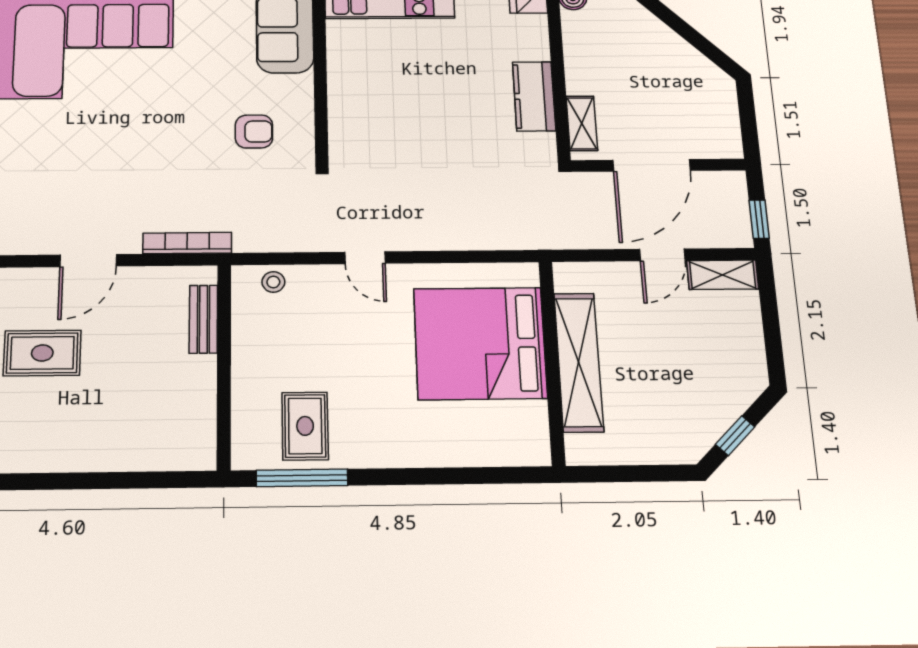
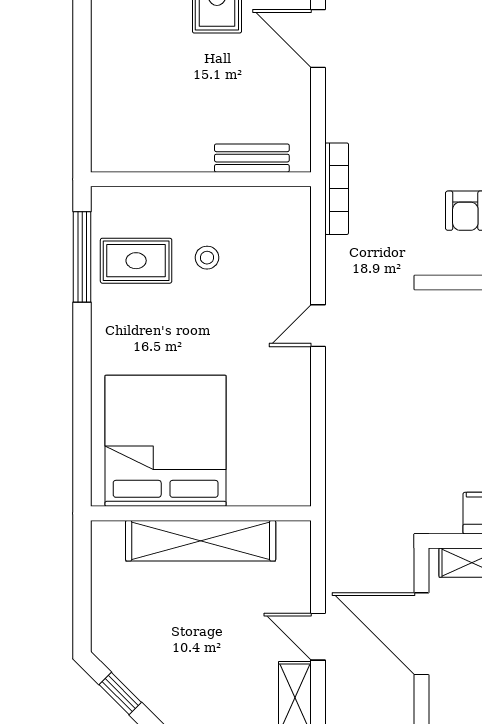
bookcase: (187, 243) -> (337, 189), moved
stool: (273, 282) -> (207, 258), moved
bed: (480, 343) -> (166, 441), moved

